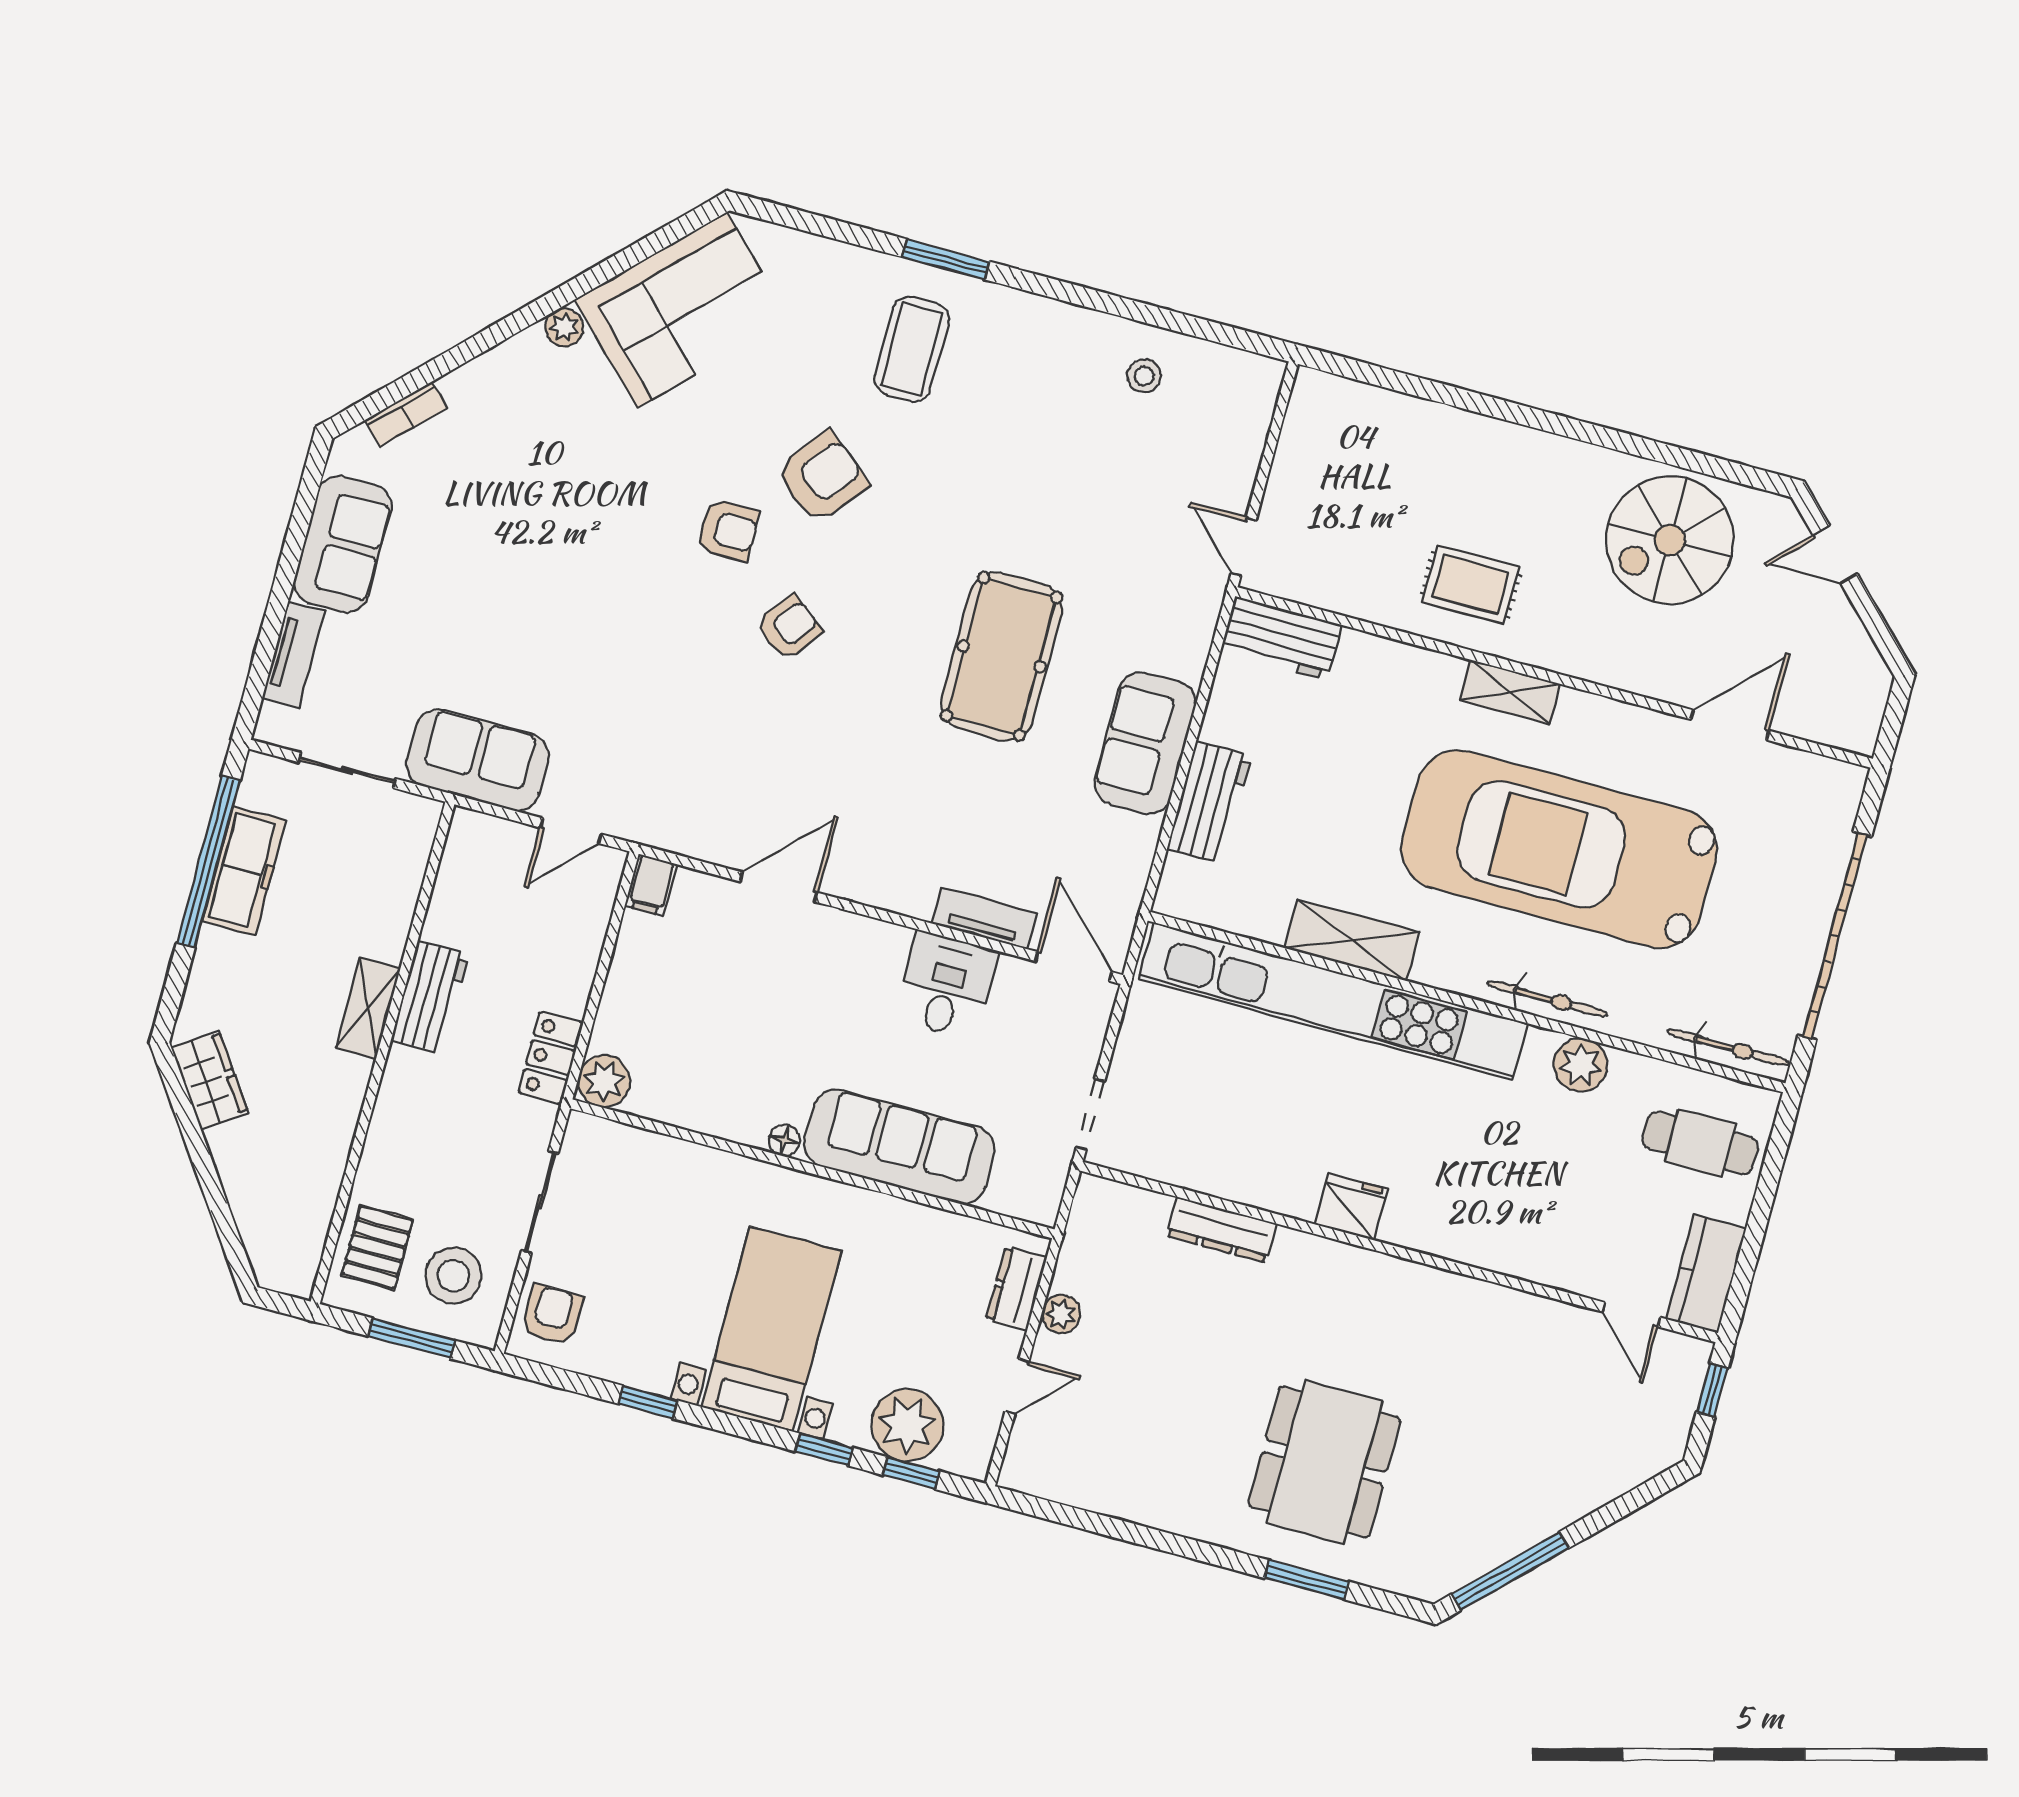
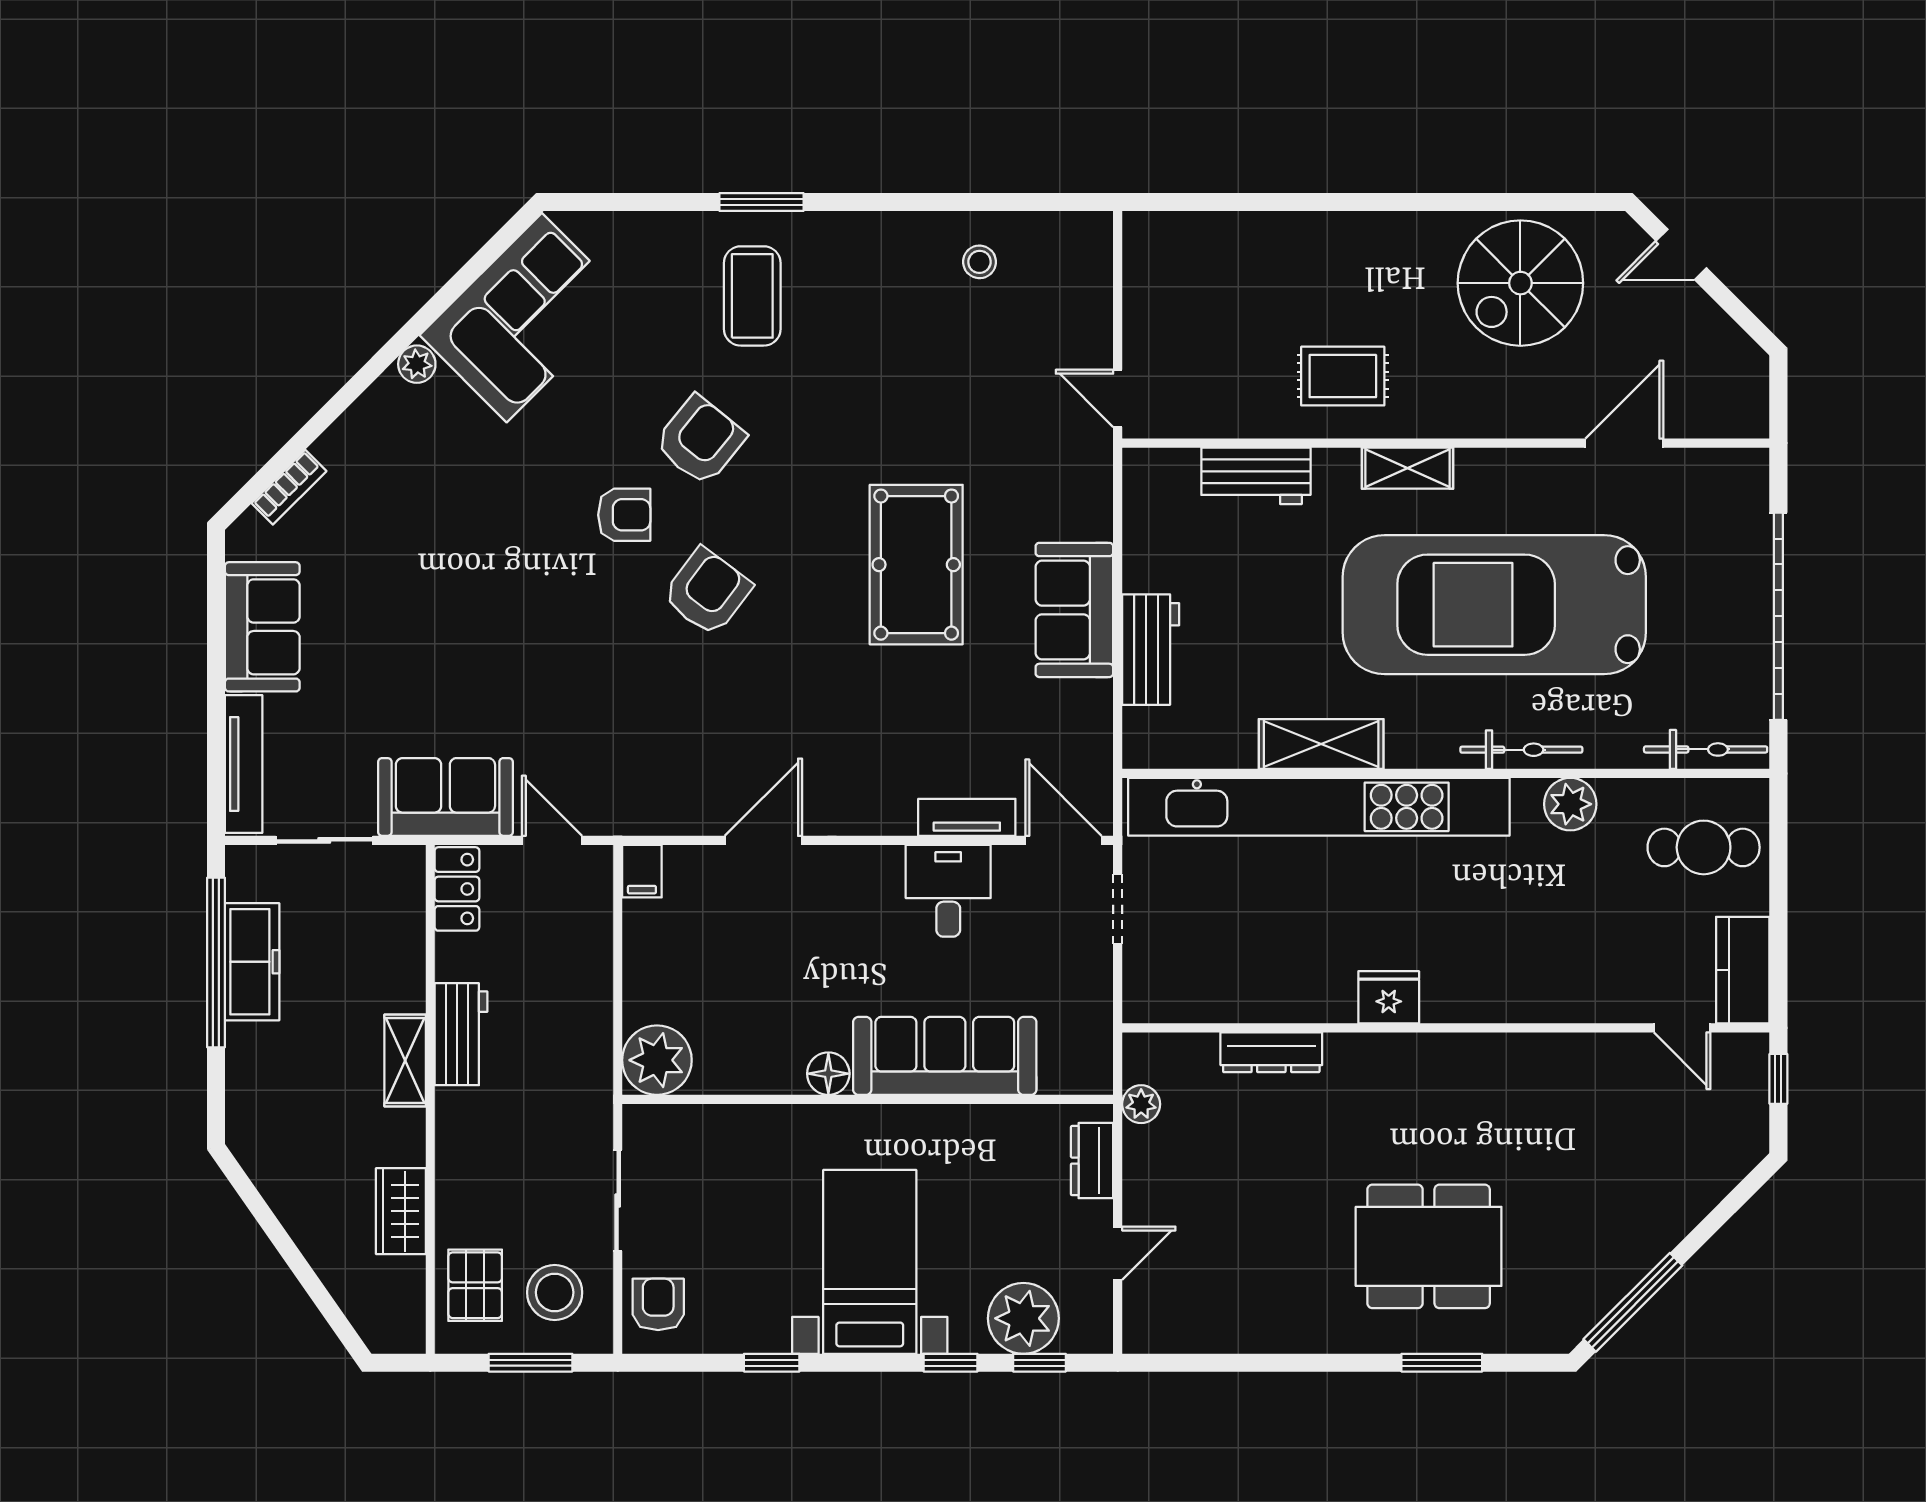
armchair: (789, 628) -> (707, 592), width x1.38, depth x1.38
workbench: (1281, 638) -> (1256, 476), moved
tv unit: (293, 654) -> (244, 764), width x1.41
door: (571, 831) -> (552, 840), swing flipped
locker: (551, 1058) -> (457, 889), moved, turned 180
wardrobe: (210, 1080) -> (401, 1211), moved, turned -145
plant: (604, 1081) -> (657, 1060), width x1.36, depth x1.36
doorway: (1090, 1114) -> (1118, 909), moved
floor lamp: (785, 1140) -> (828, 1074), width x1.37, depth x1.37
plant: (1061, 1314) -> (1141, 1104), moved
dining table: (1324, 1462) -> (1429, 1246), turned 90

